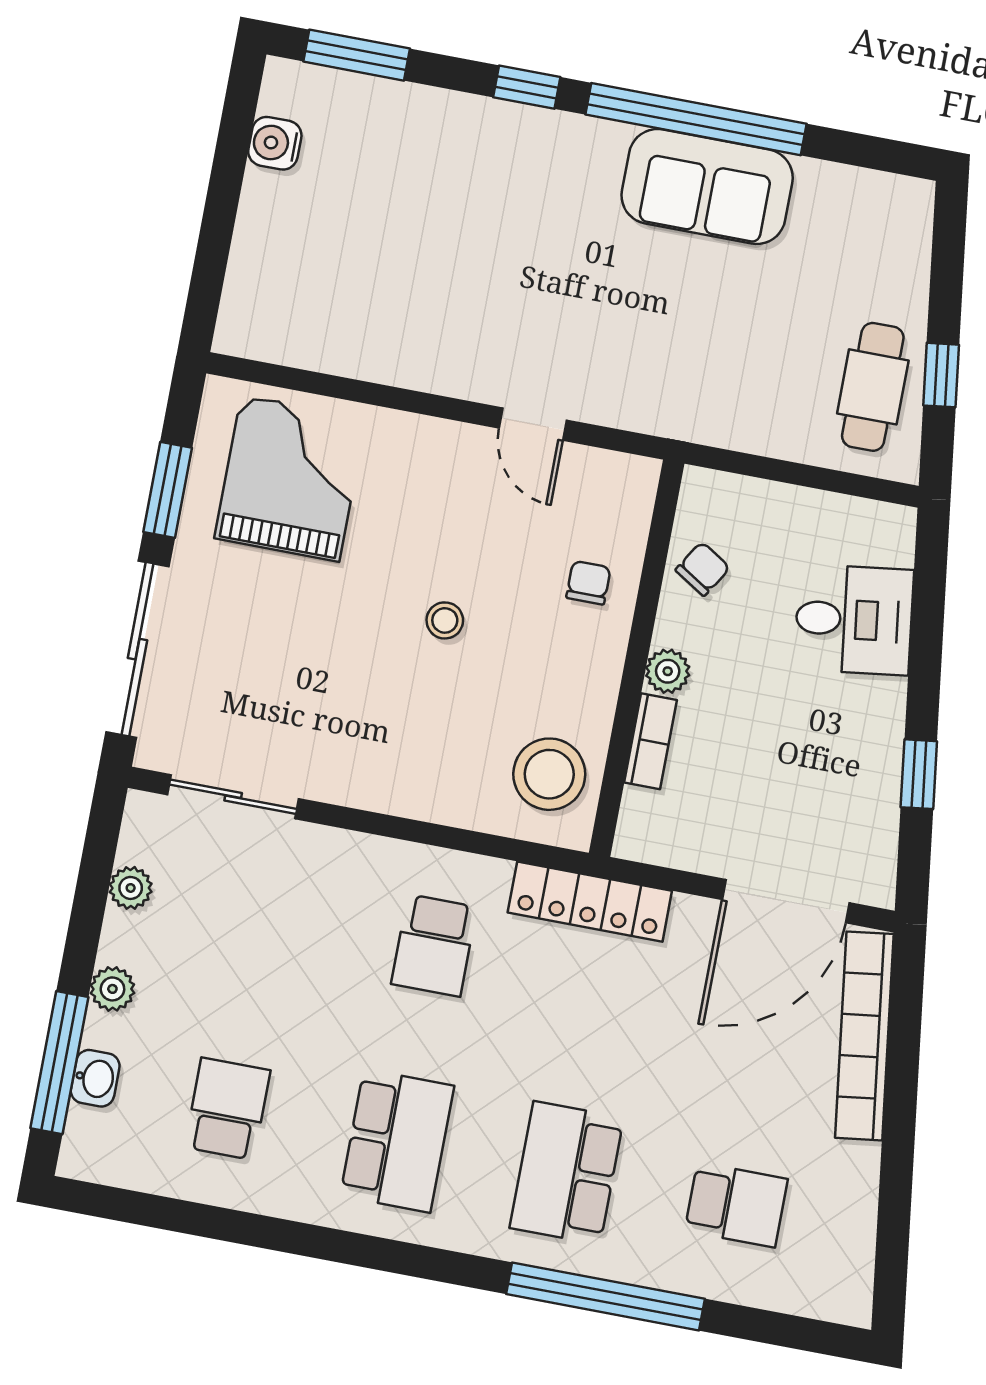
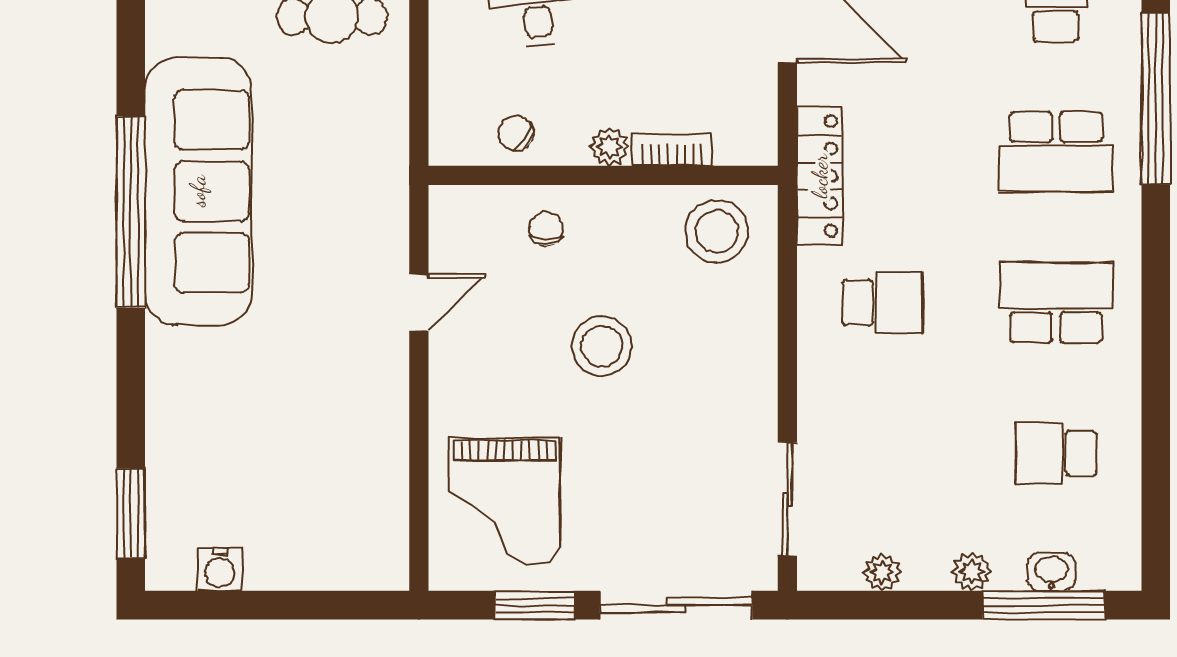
window: (527, 87) -> (131, 362), removed
sofa: (707, 187) -> (198, 191), width x1.85, depth x1.27
grand piano: (290, 478) -> (505, 502), turned -90
chair: (588, 583) -> (546, 229), turned 90
stool: (445, 620) -> (602, 346), width x1.89, depth x1.89

